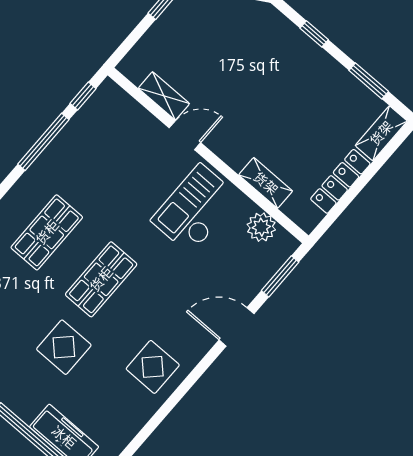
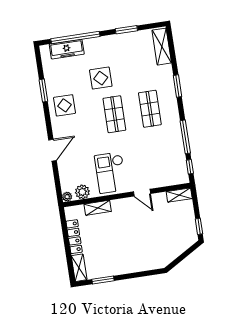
window: (314, 34) -> (139, 275), removed
shelving: (164, 96) -> (179, 195), moved
door: (185, 135) -> (142, 193), hinge flipped
checkout: (195, 209) -> (111, 173), turned 180
plant: (289, 244) -> (67, 197), added
window: (280, 276) -> (43, 90), moved

